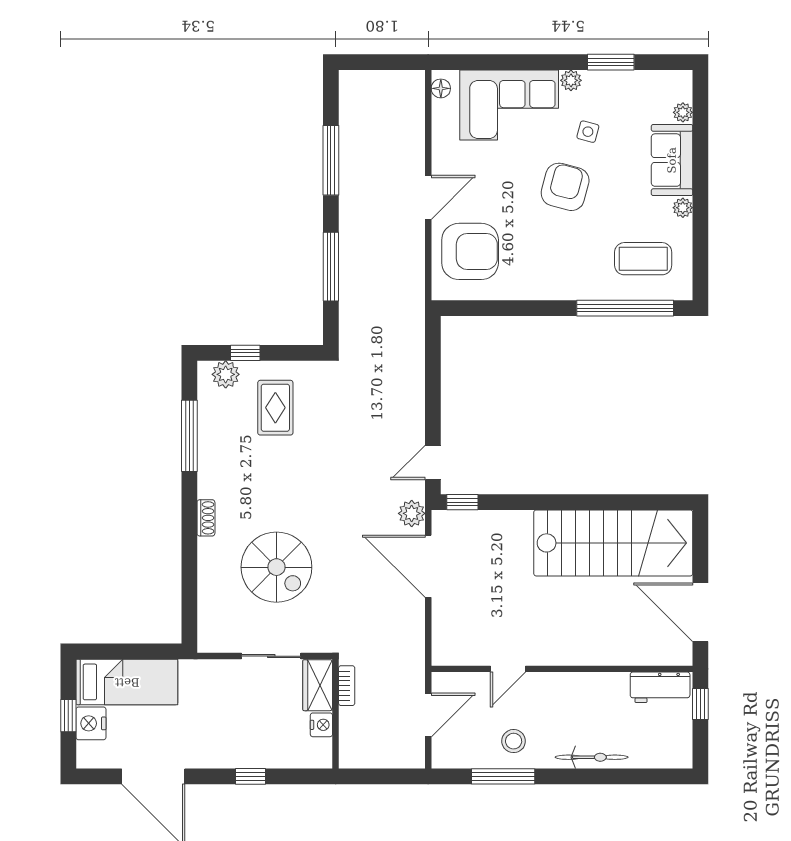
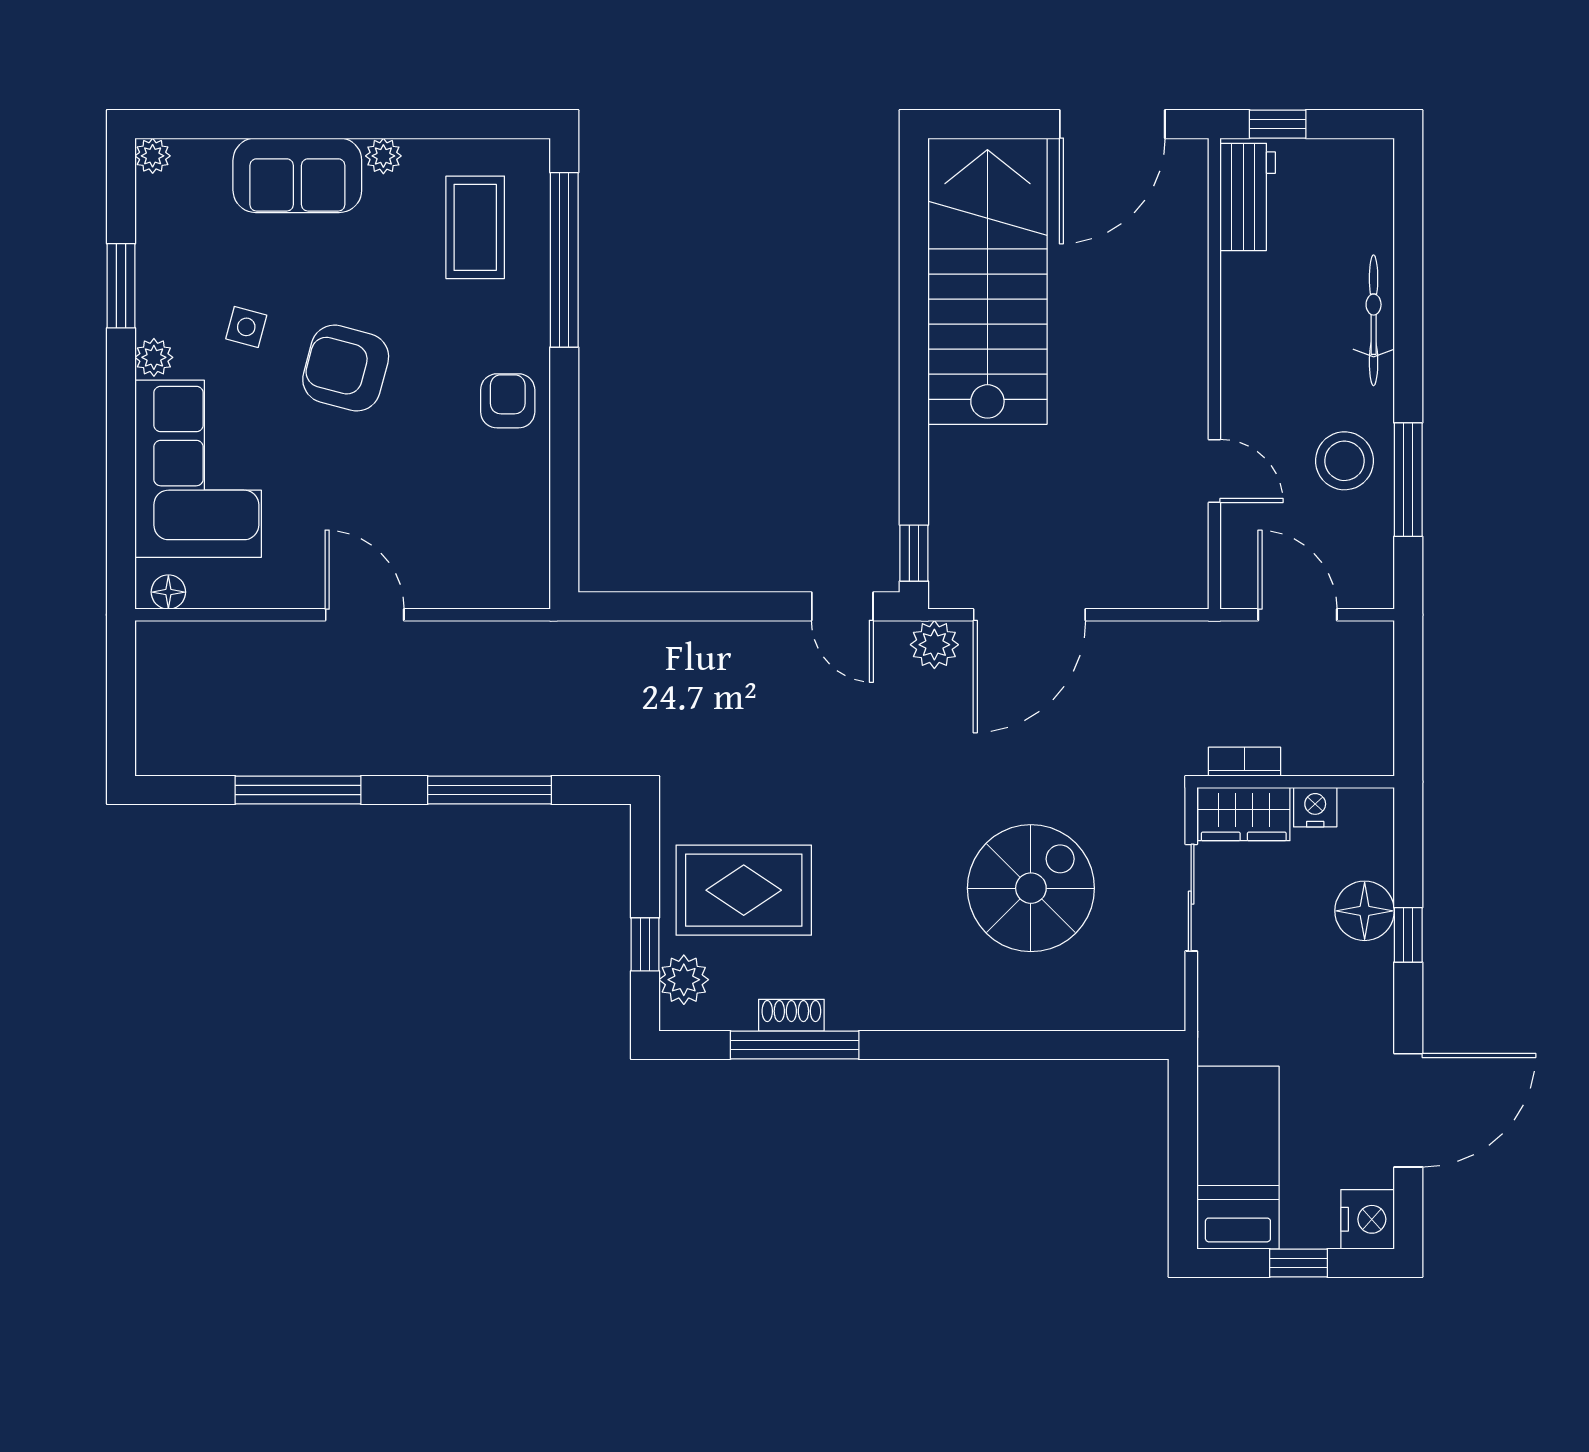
plant: (683, 112) -> (153, 156), moved
armchair: (470, 251) -> (508, 401), moved, width x0.53, depth x0.53
rug: (275, 408) -> (744, 890), width x1.36, depth x1.43
shoe rack: (206, 518) -> (791, 1015), moved
nightstand: (91, 723) -> (1368, 1219), moved, turned -90
stool: (514, 741) -> (1345, 461), width x1.38, depth x1.38
floor lamp: (264, 752) -> (1365, 911), added

